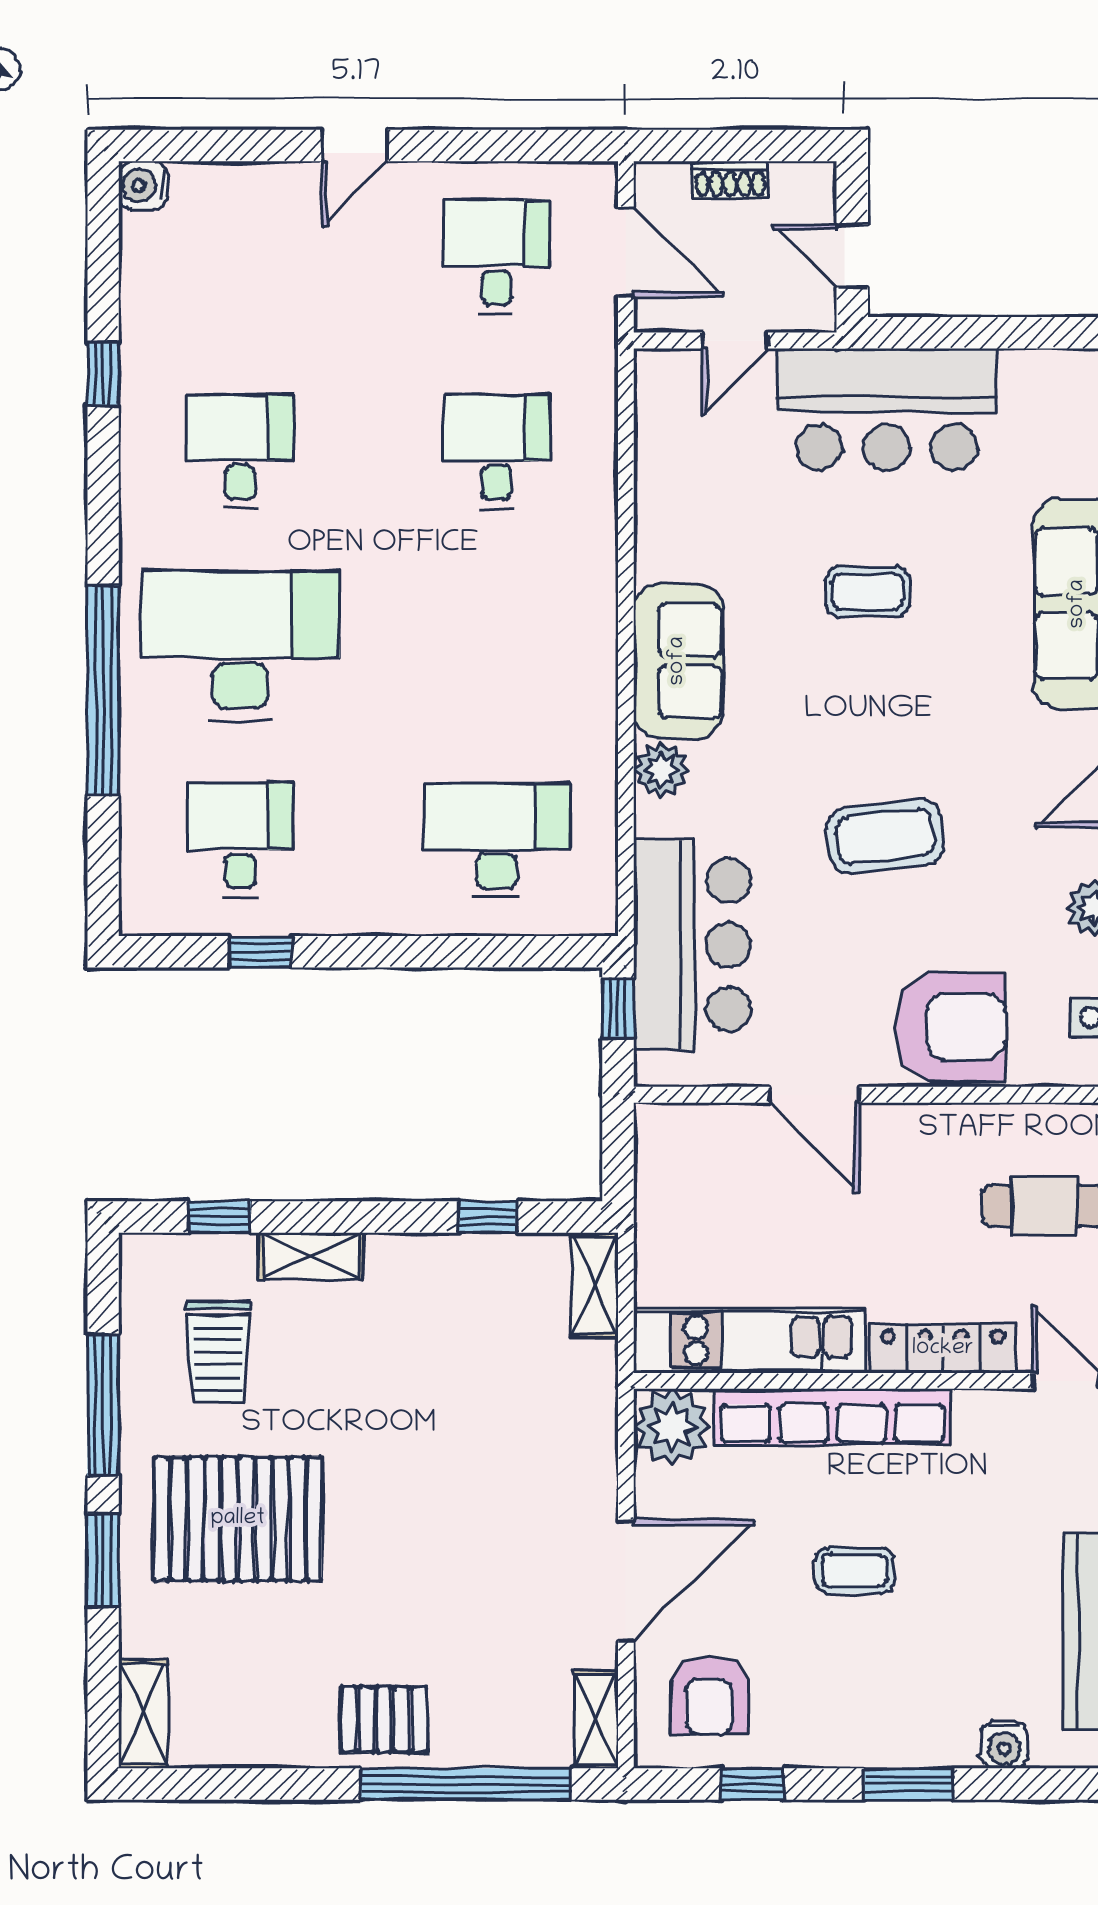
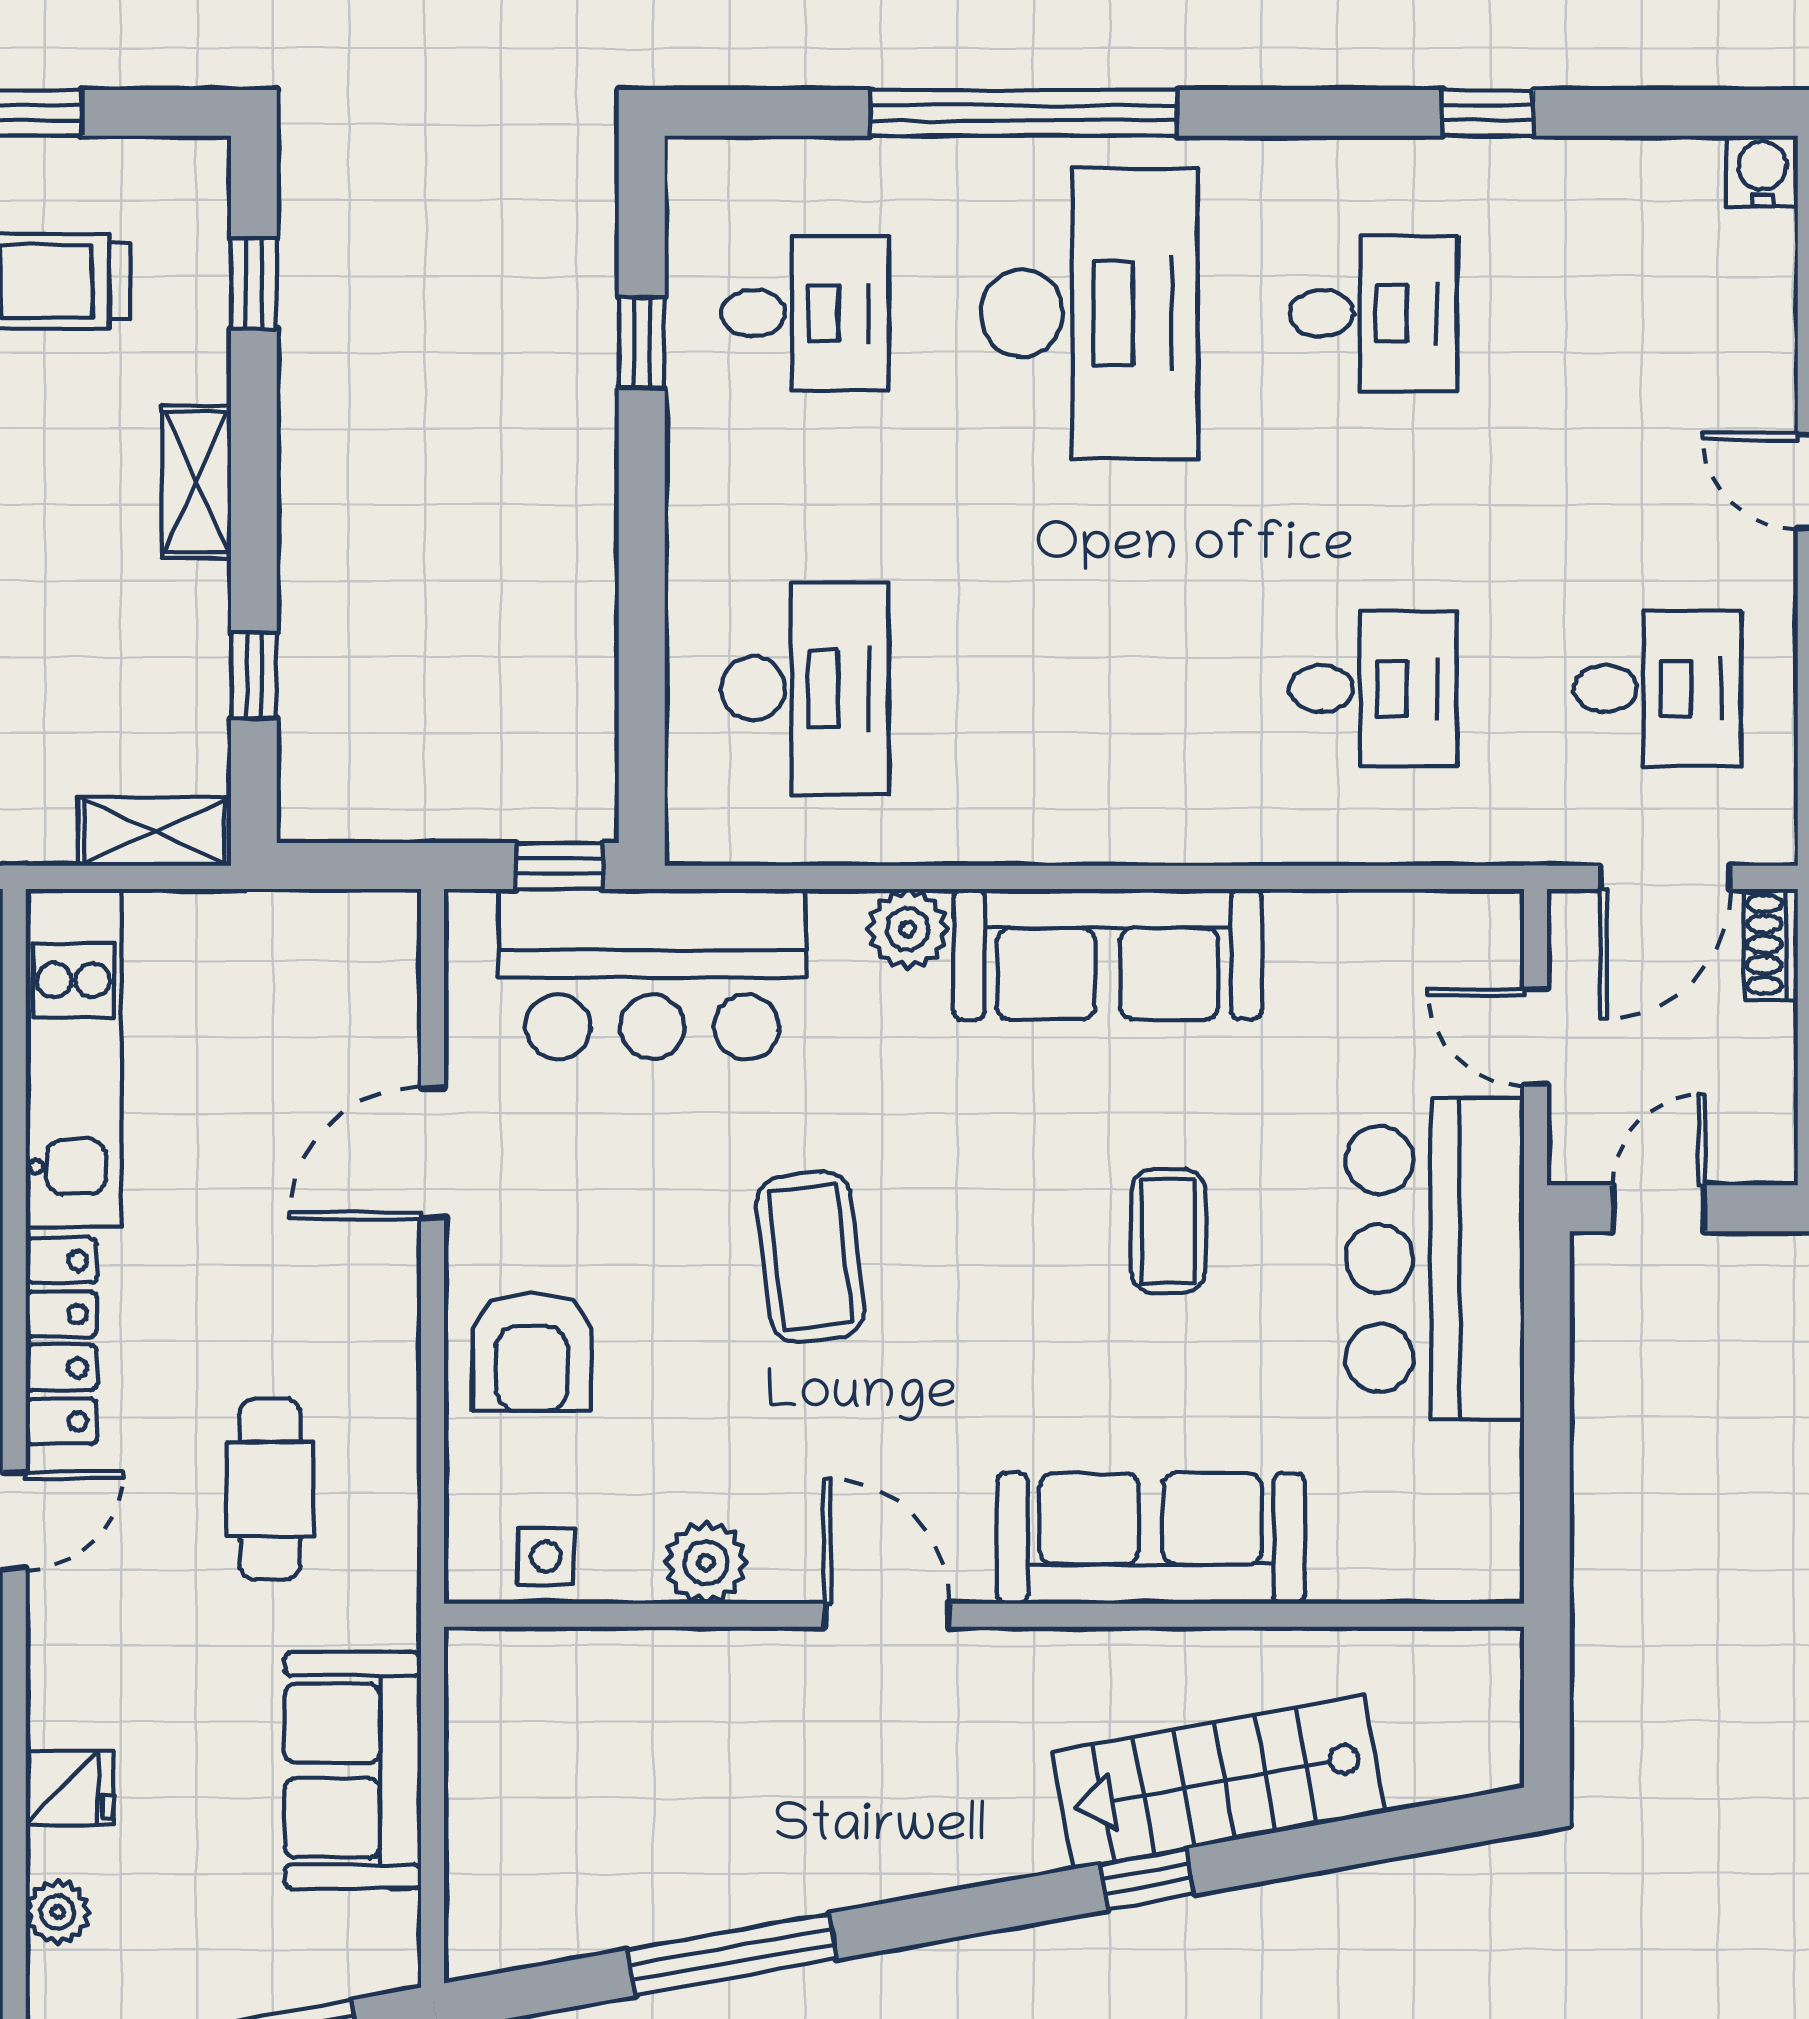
shoe rack: (730, 180) -> (1771, 945), moved
sofa: (678, 661) -> (1108, 954), width x1.36
armchair: (951, 1027) -> (532, 1352), width x0.73, depth x0.73
shelving: (311, 1256) -> (197, 482), moved

